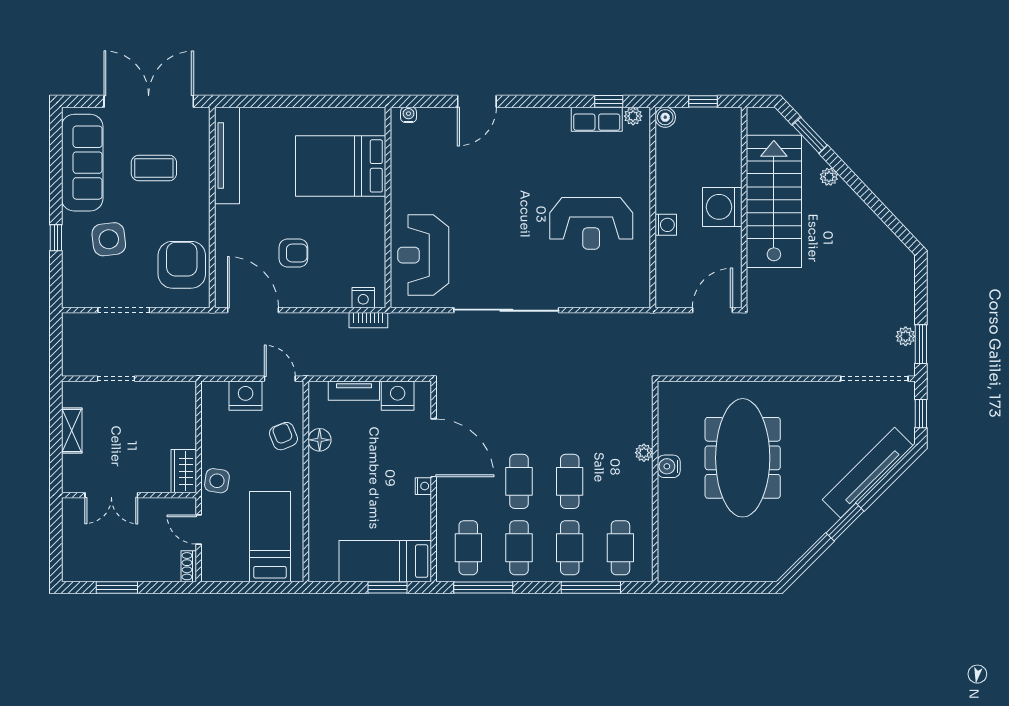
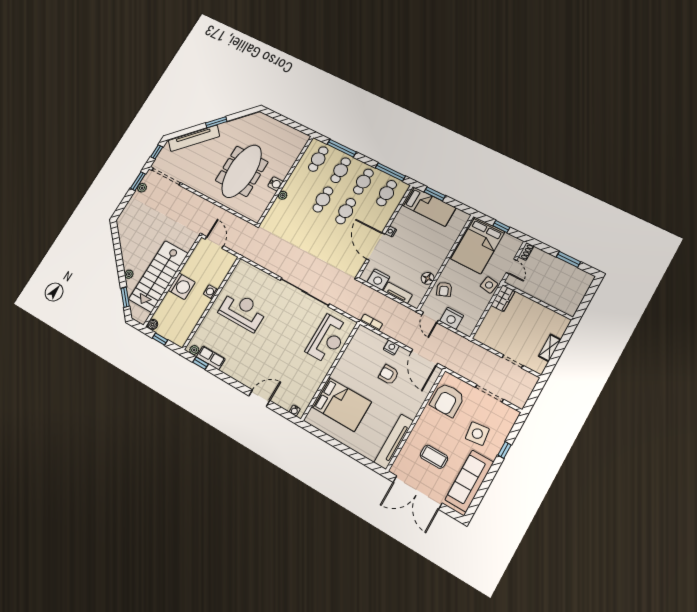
boiler: (665, 117) -> (152, 325), moved
nightstand: (363, 298) -> (391, 348), moved
door: (712, 310) -> (214, 242), swing flipped
double door: (111, 495) -> (547, 305), removed
bed: (270, 537) -> (478, 245), width x1.50
window: (250, 588) -> (501, 227), added

